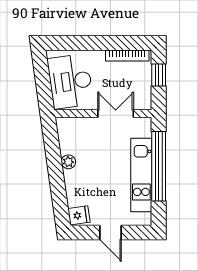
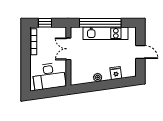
fridge: (79, 215) -> (116, 73), moved
door: (110, 232) -> (140, 52), hinge flipped

